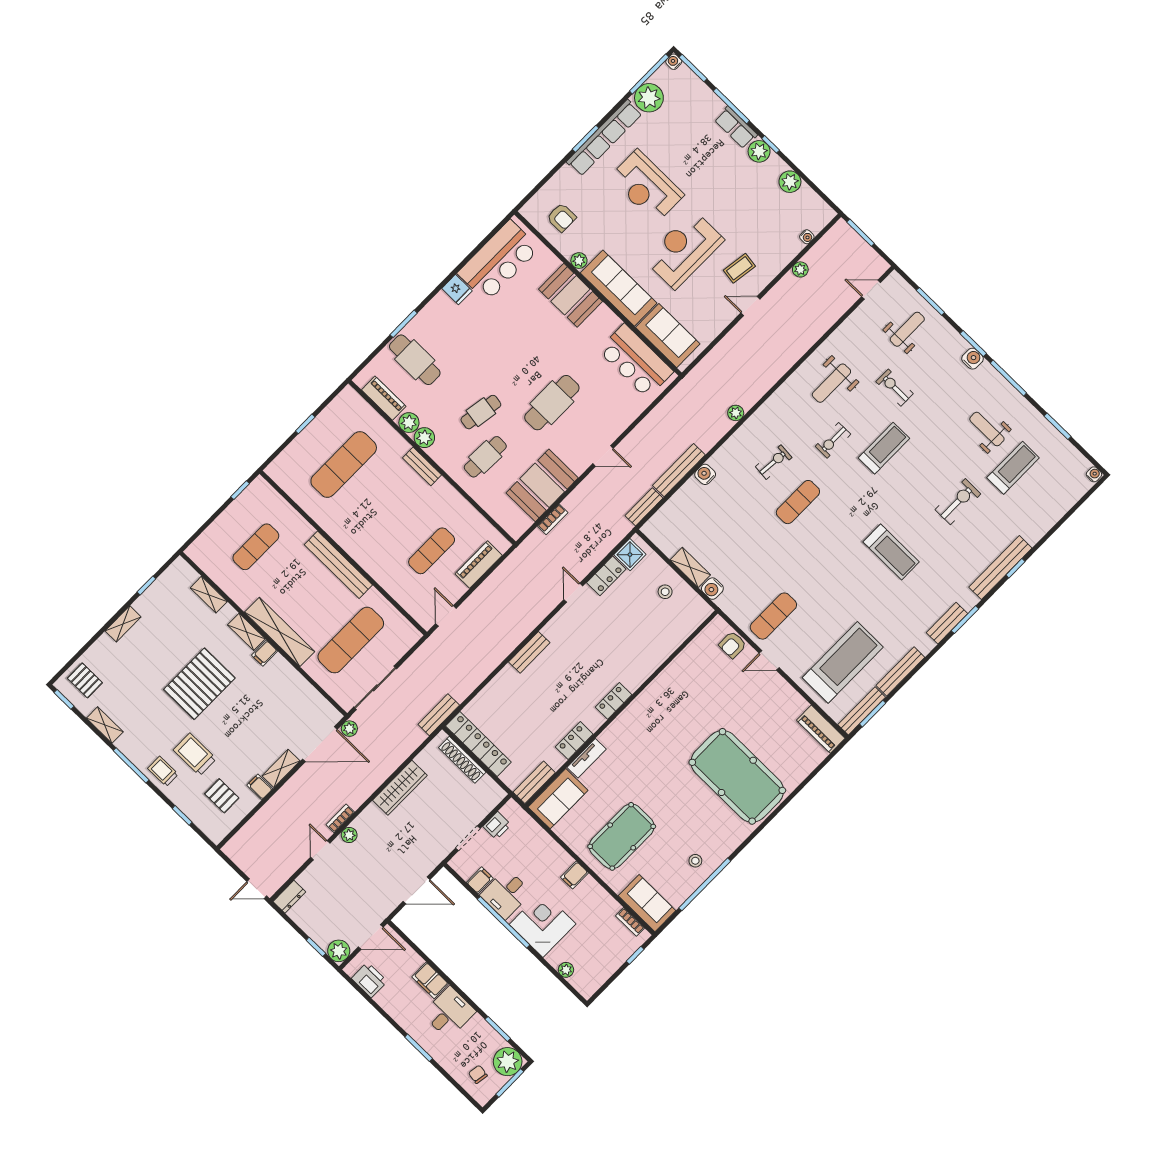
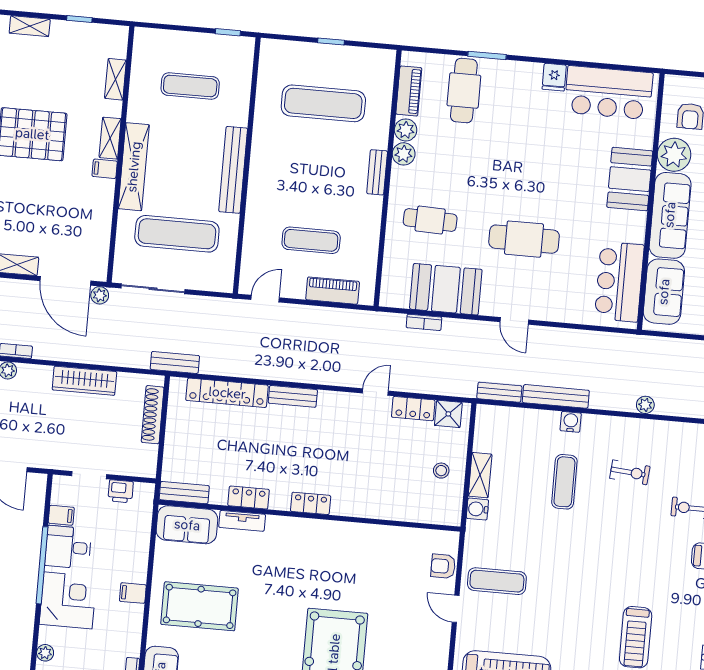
plant: (579, 261) -> (674, 155), width x1.87, depth x1.87
cafe table: (481, 412) -> (466, 185), removed
exercise mat: (798, 502) -> (564, 482), moved, turned 90
locker: (478, 744) -> (227, 393), moved, turned 90

